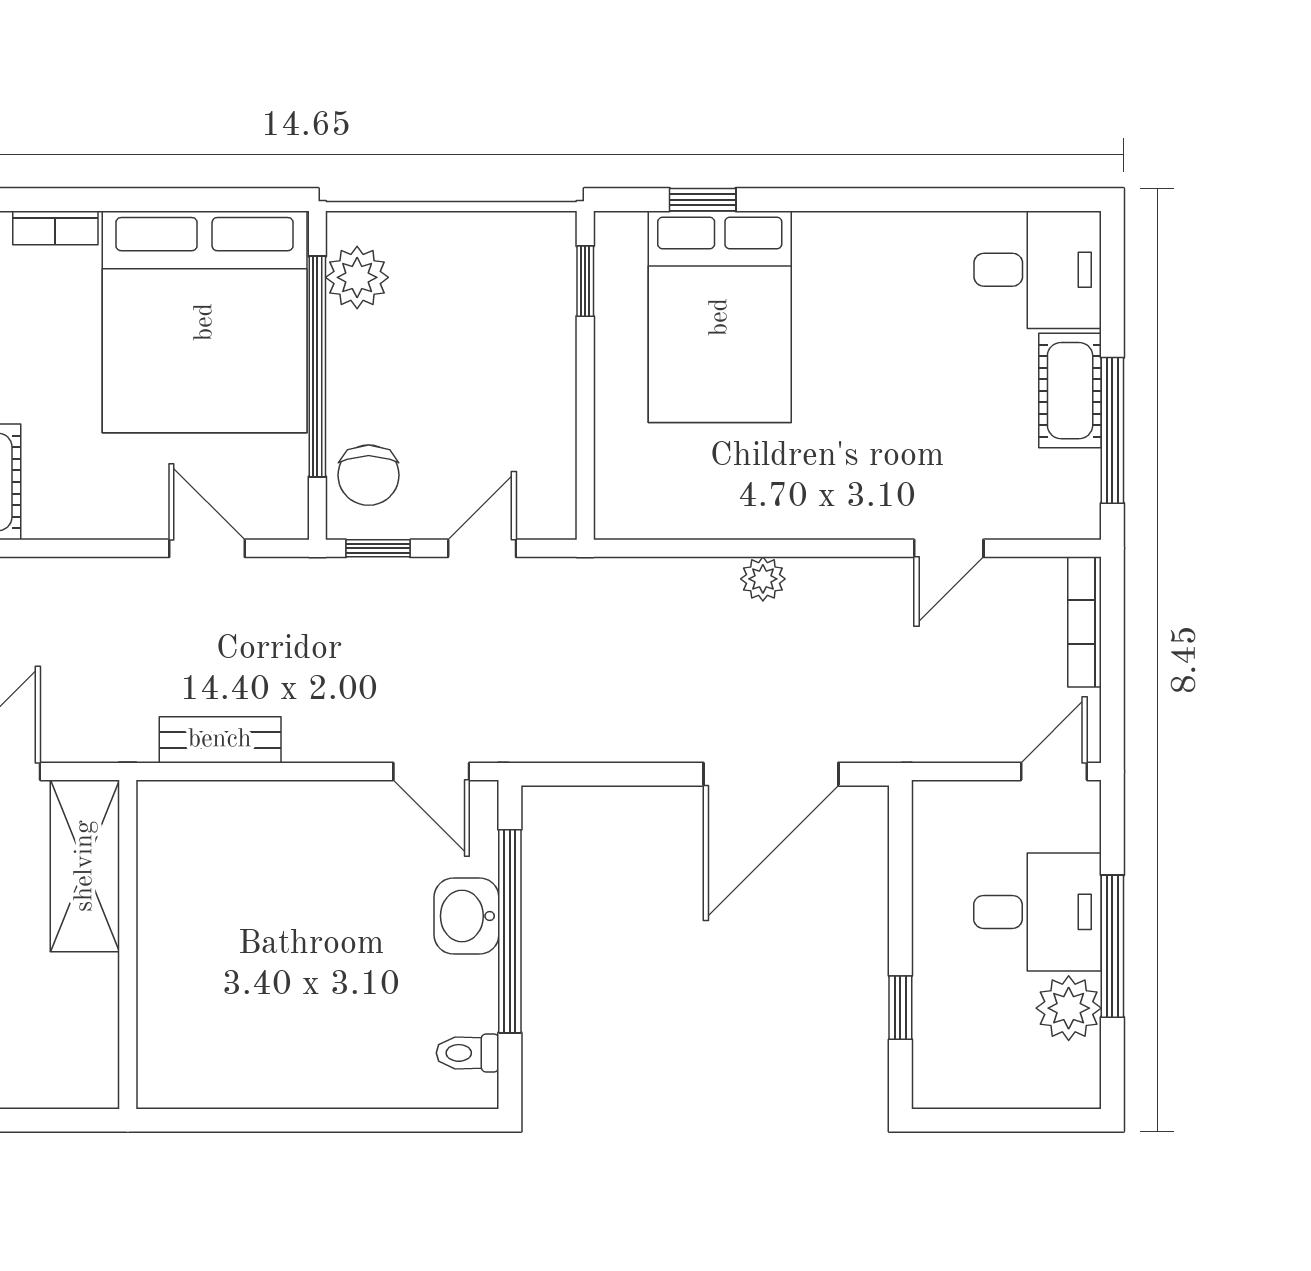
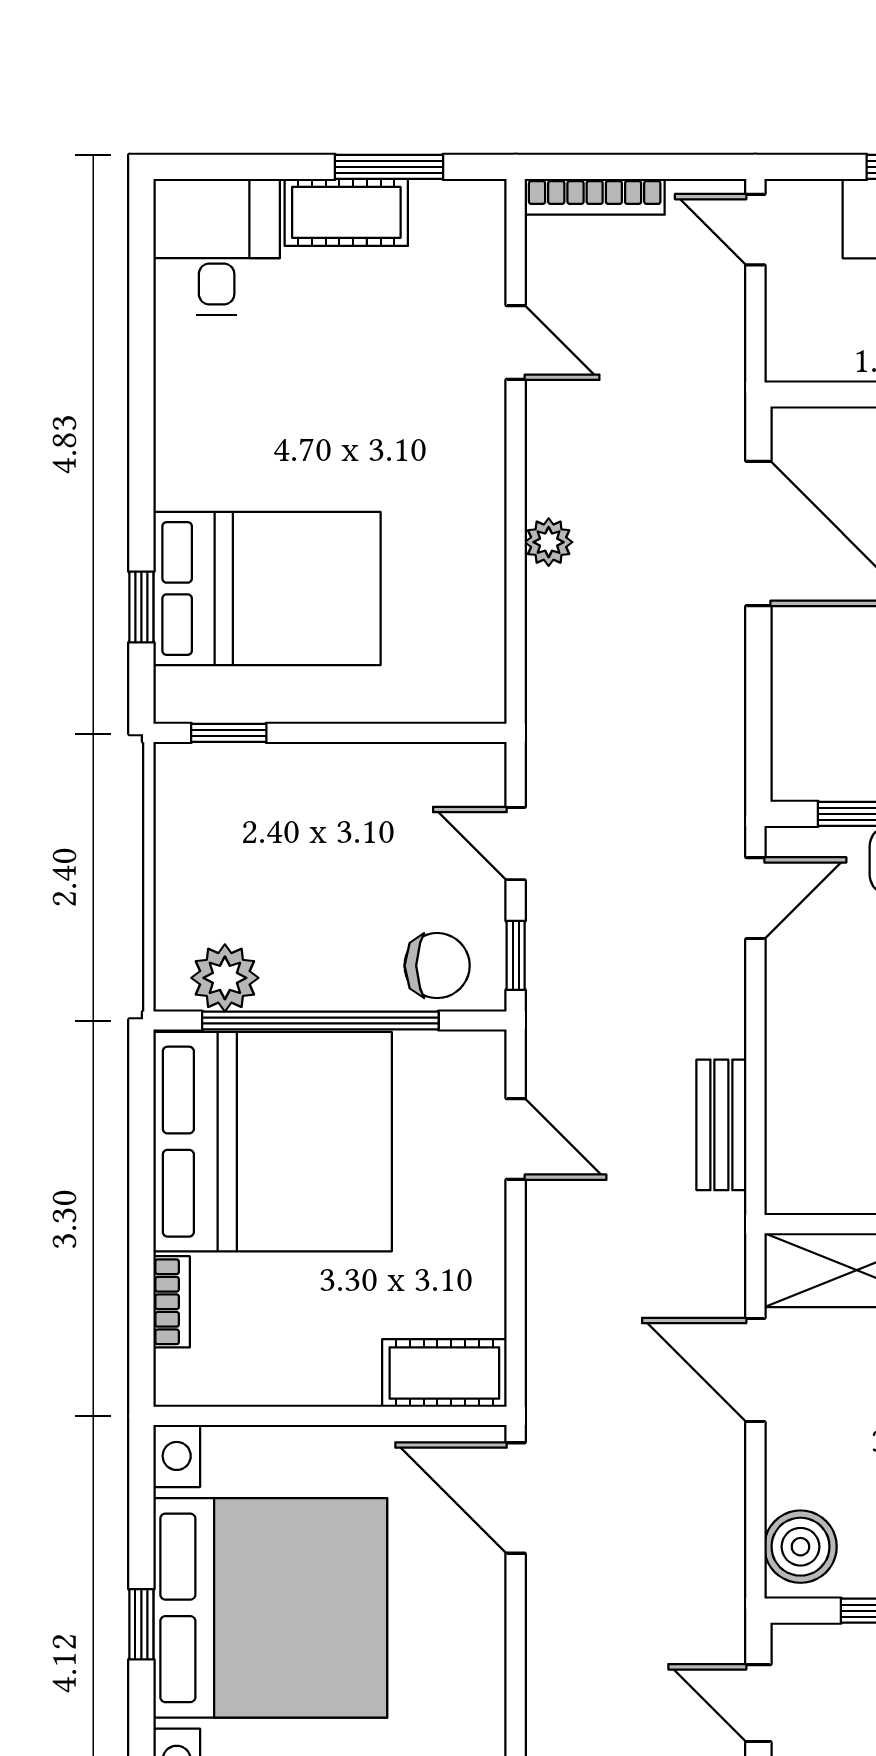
window: (1112, 430) -> (389, 167), width x0.69
door: (207, 548) -> (516, 1139), swing flipped

